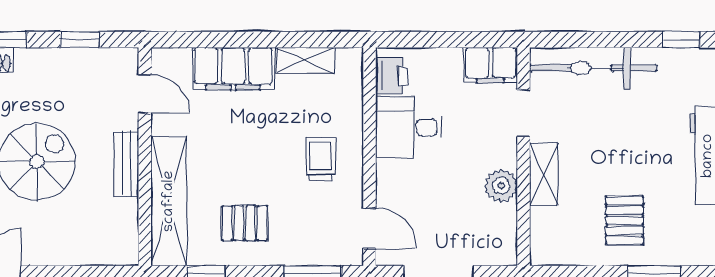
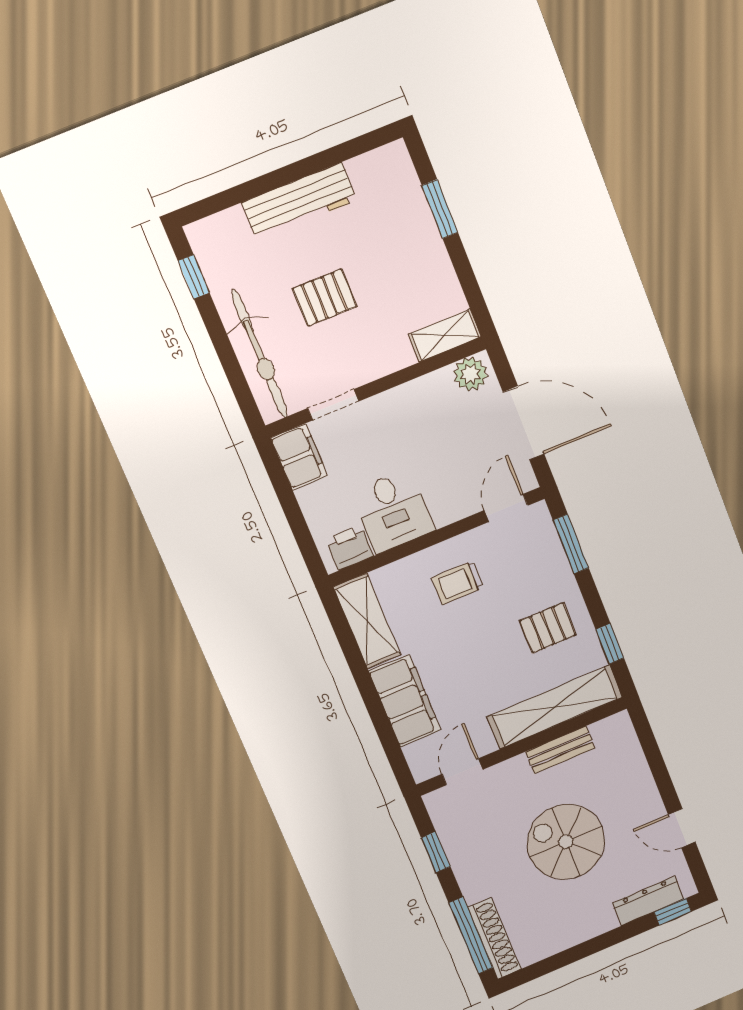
shelving: (306, 60) -> (367, 621), width x1.50, depth x1.33
bench: (126, 163) -> (560, 750), moved
shelving: (544, 174) -> (445, 336), moved
plant: (501, 186) -> (471, 374), moved
pallet: (625, 220) -> (325, 298), moved
pallet: (245, 223) -> (548, 628), turned 90

